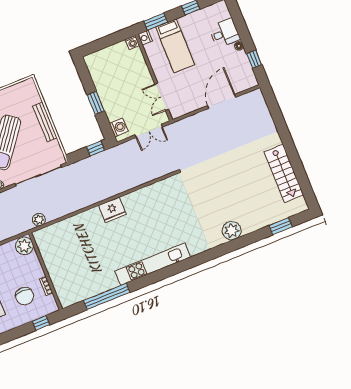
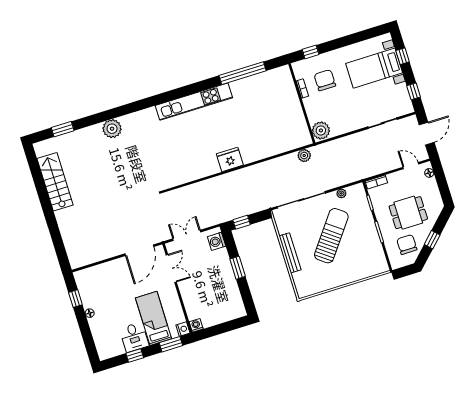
desk: (225, 33) -> (134, 337), moved, turned -90
door: (222, 101) -> (139, 250), moved

